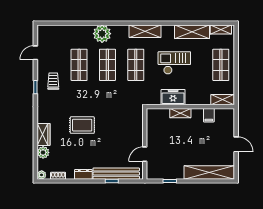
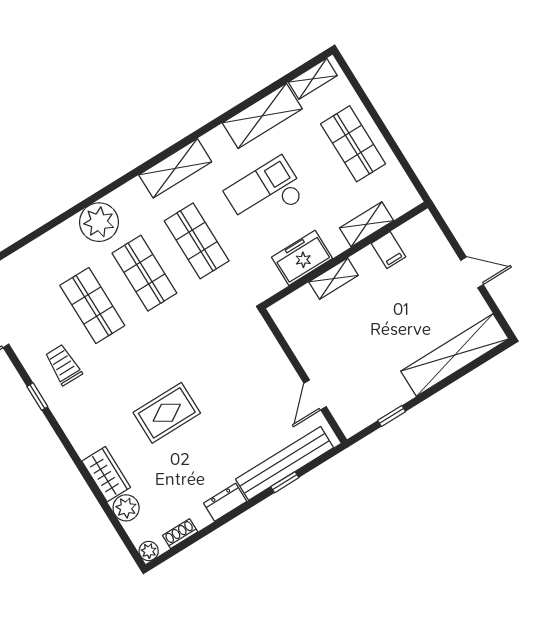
shelving: (223, 100) -> (367, 224), moved

